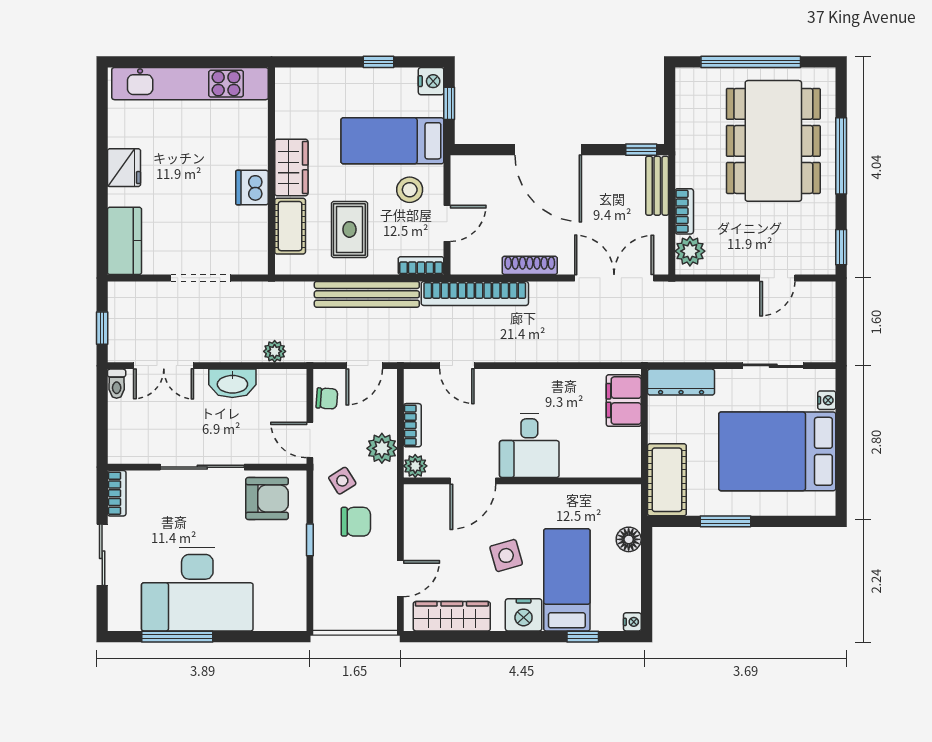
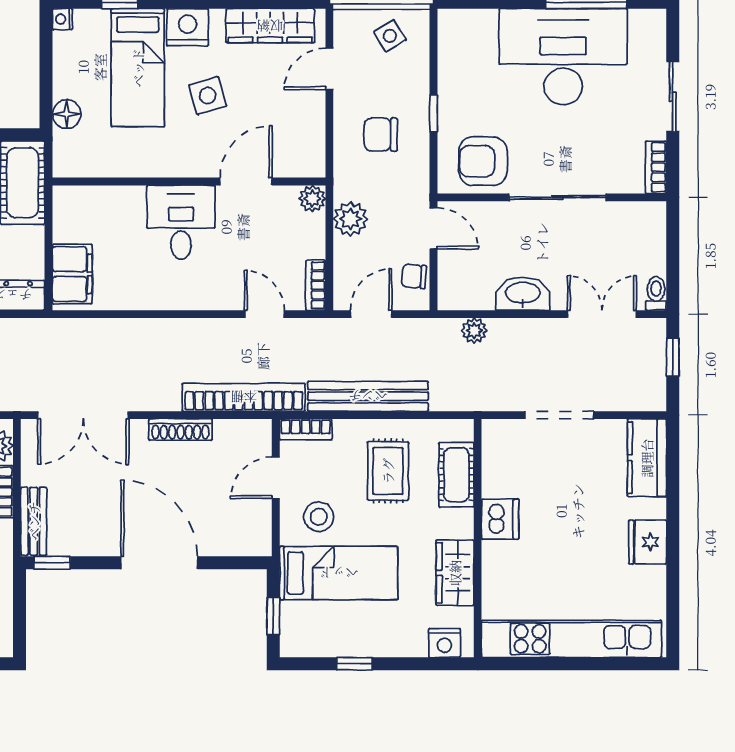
nightstand: (431, 81) -> (444, 643), moved, turned -90
wardrobe: (291, 167) -> (455, 573), moved
bookcase: (412, 425) -> (316, 285), moved
side table: (342, 481) -> (390, 36), moved

